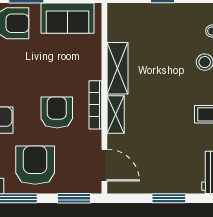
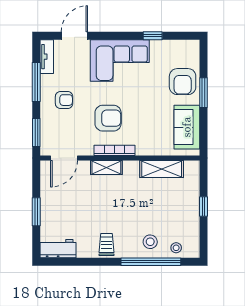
shelving: (118, 68) -> (162, 169), moved
armchair: (35, 165) -> (64, 100), width x0.53, depth x0.53

